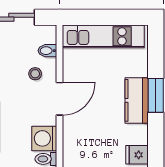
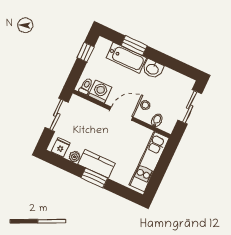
door: (60, 99) -> (121, 114), swing flipped
plant: (141, 132) -> (75, 157), added

